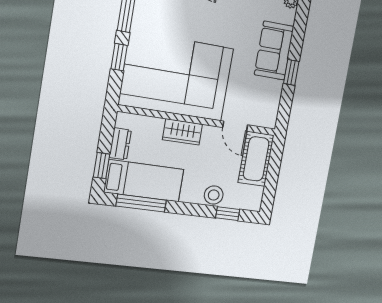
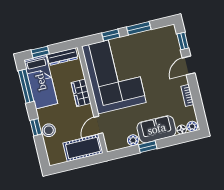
floor lamp: (289, 17) -> (182, 130), added
plant: (275, 88) -> (133, 140), added
dresser: (120, 144) -> (63, 57), width x1.44
window: (228, 214) -> (36, 127), moved

